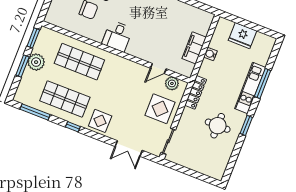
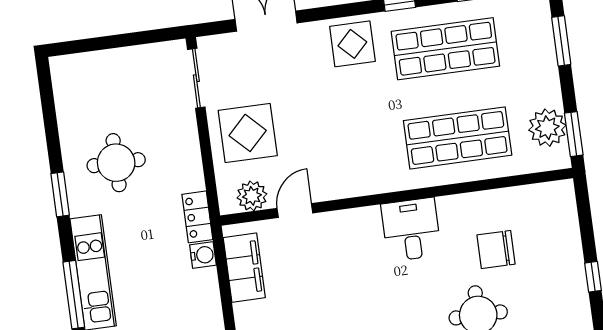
filing cabinet: (194, 48) -> (244, 268), moved
water cooler: (210, 54) -> (203, 255), moved
plant: (36, 62) -> (547, 128), moved
window: (22, 66) -> (561, 41), moved
locker: (196, 92) -> (197, 217), width x0.66

